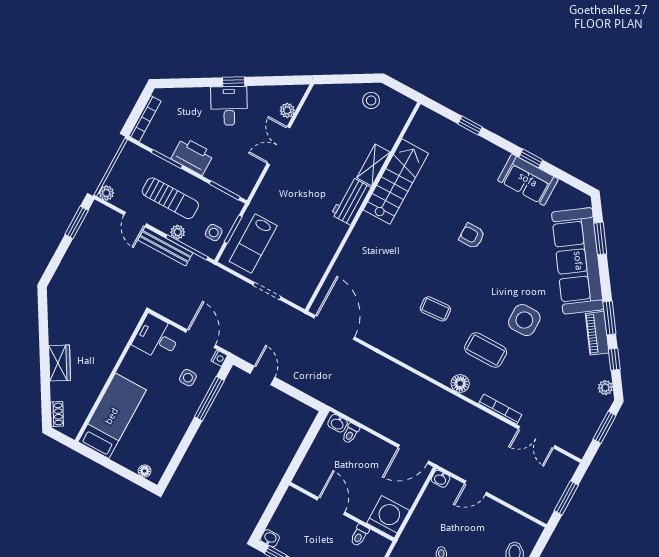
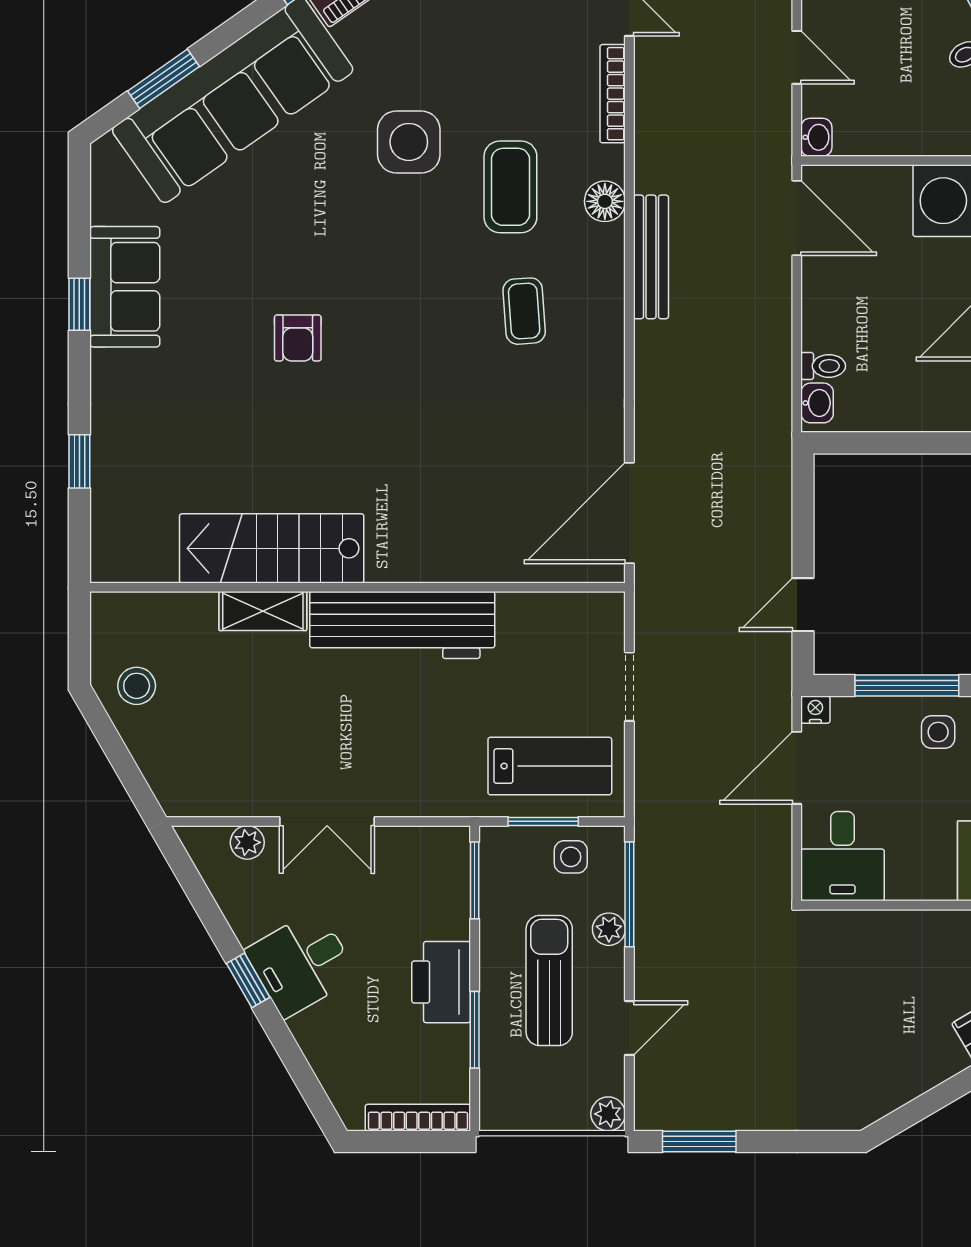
workbench: (351, 201) -> (402, 625), width x1.88, depth x1.32
bench: (165, 246) -> (651, 257), moved
coffee table: (435, 309) -> (524, 311), moved
side table: (188, 378) -> (938, 732), moved

